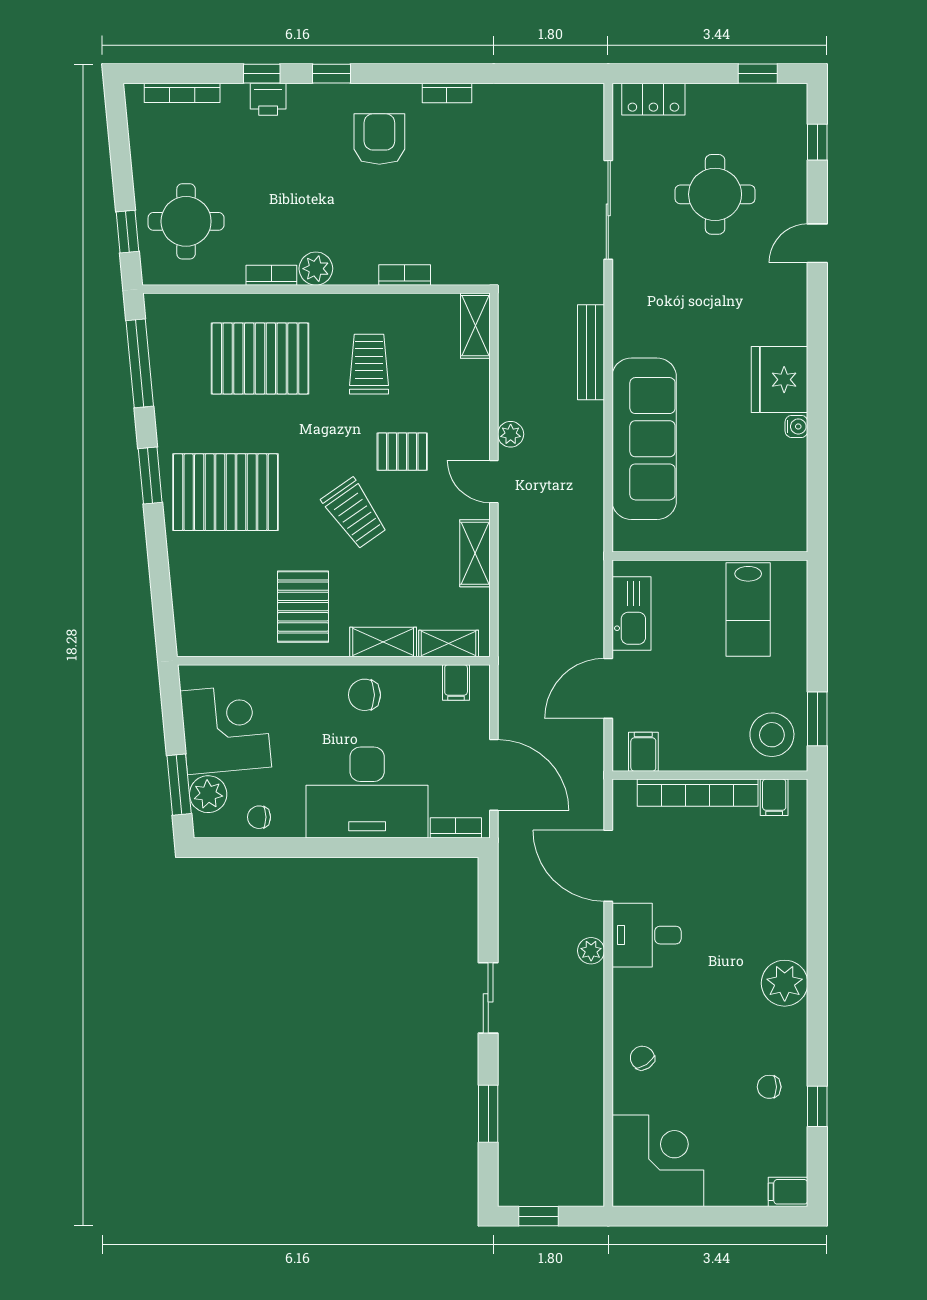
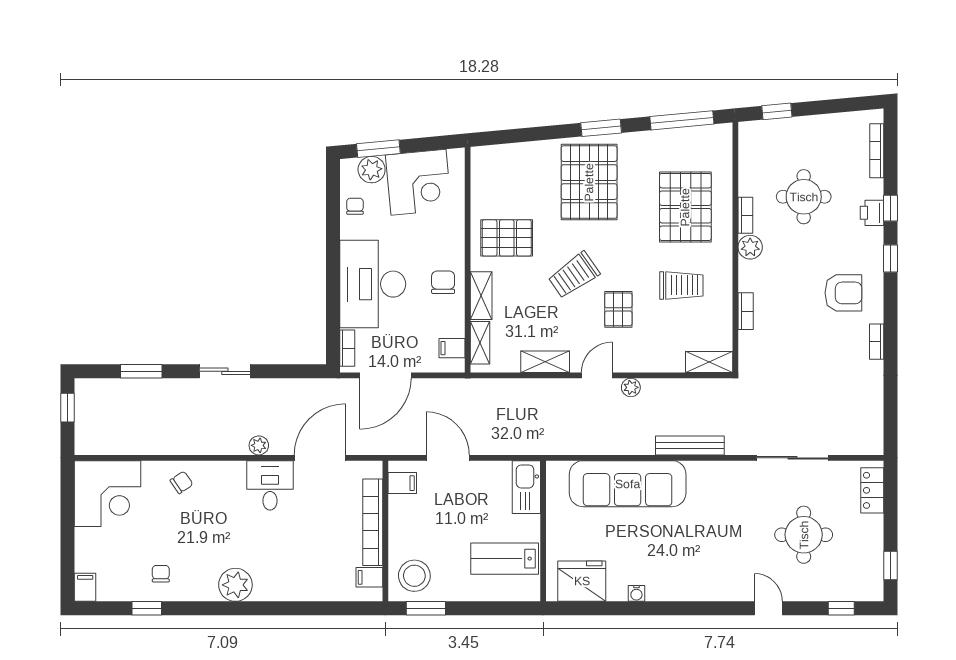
round table: (186, 221) -> (804, 197), moved
fridge: (780, 380) -> (582, 581), moved
kitchen sink: (631, 613) -> (526, 487), moved, turned 90

